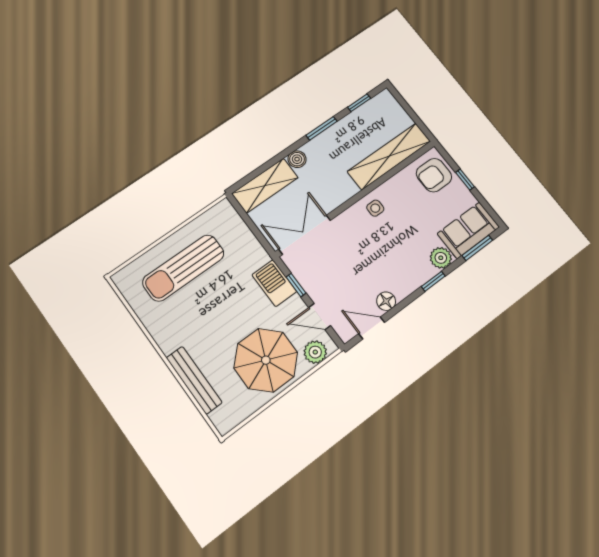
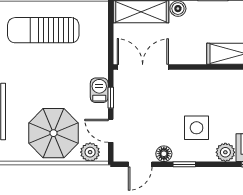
side table: (375, 208) -> (197, 128), moved, width x1.87, depth x1.87
window: (433, 281) -> (184, 164), moved
barbecue: (274, 283) -> (99, 90), width x0.73, depth x0.79
door: (372, 328) -> (140, 164), swing flipped

